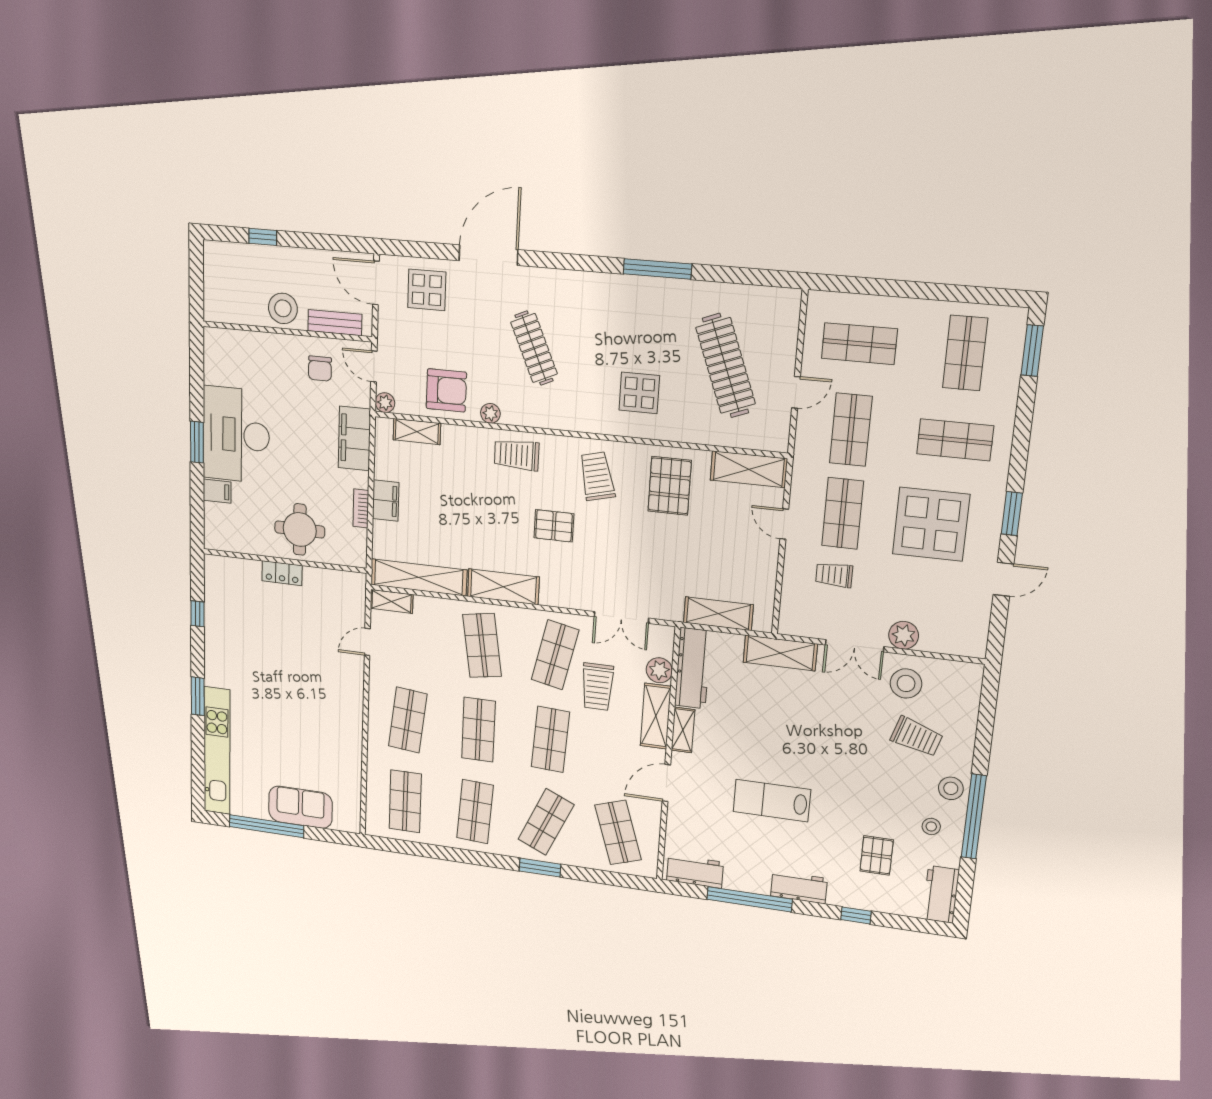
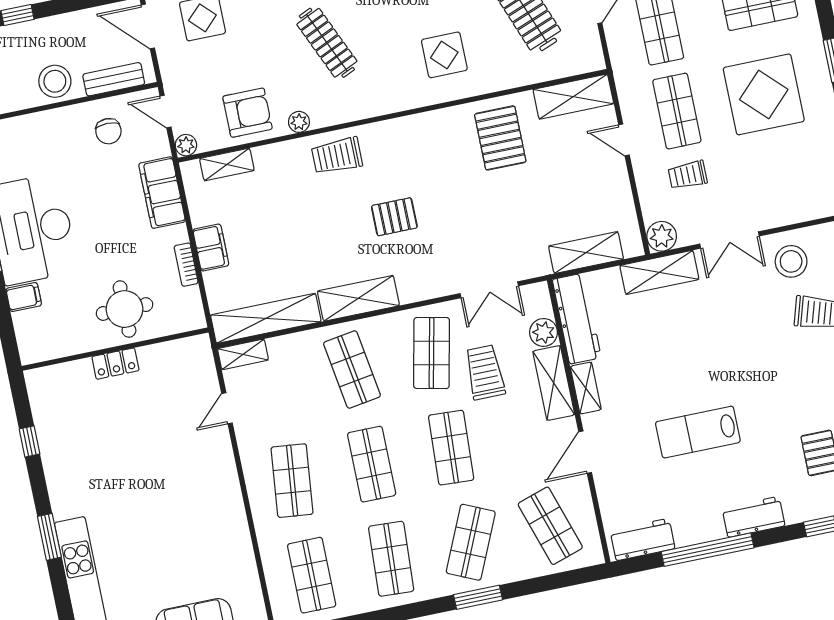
trolley: (597, 476) -> (425, 152), removed
plant: (904, 635) -> (662, 236), moved
trolley: (597, 687) -> (485, 372), turned 180

